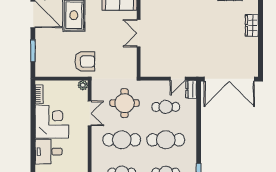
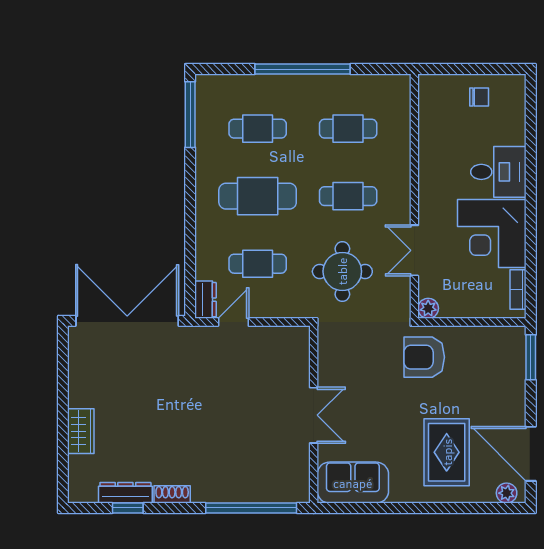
window: (33, 51) -> (531, 357), moved
cafe table: (122, 140) -> (348, 196), width x0.73, depth x0.74

